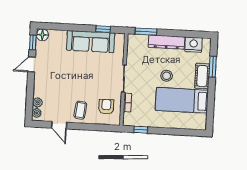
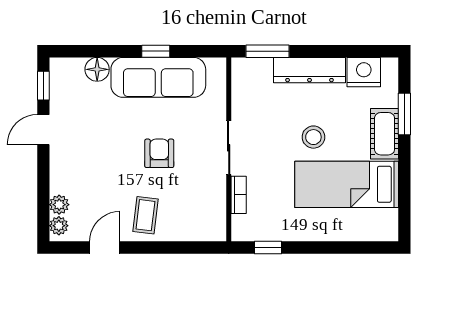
window: (103, 29) -> (156, 51), moved
floor lamp: (42, 35) -> (97, 69), moved
armchair: (106, 107) -> (159, 153), moved
door: (59, 125) -> (105, 248), swing flipped

